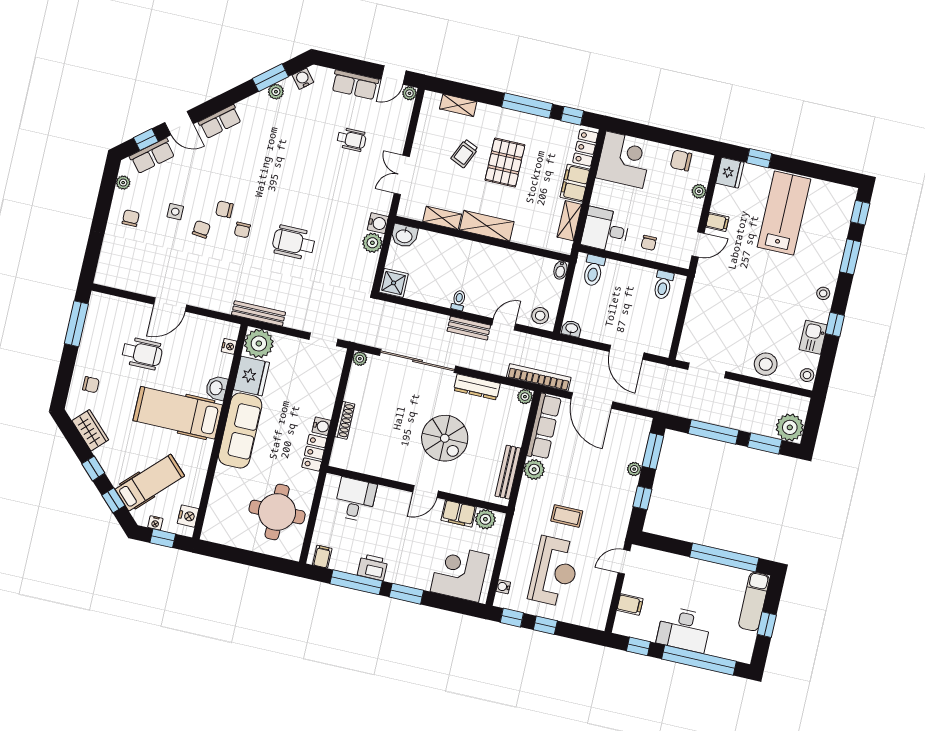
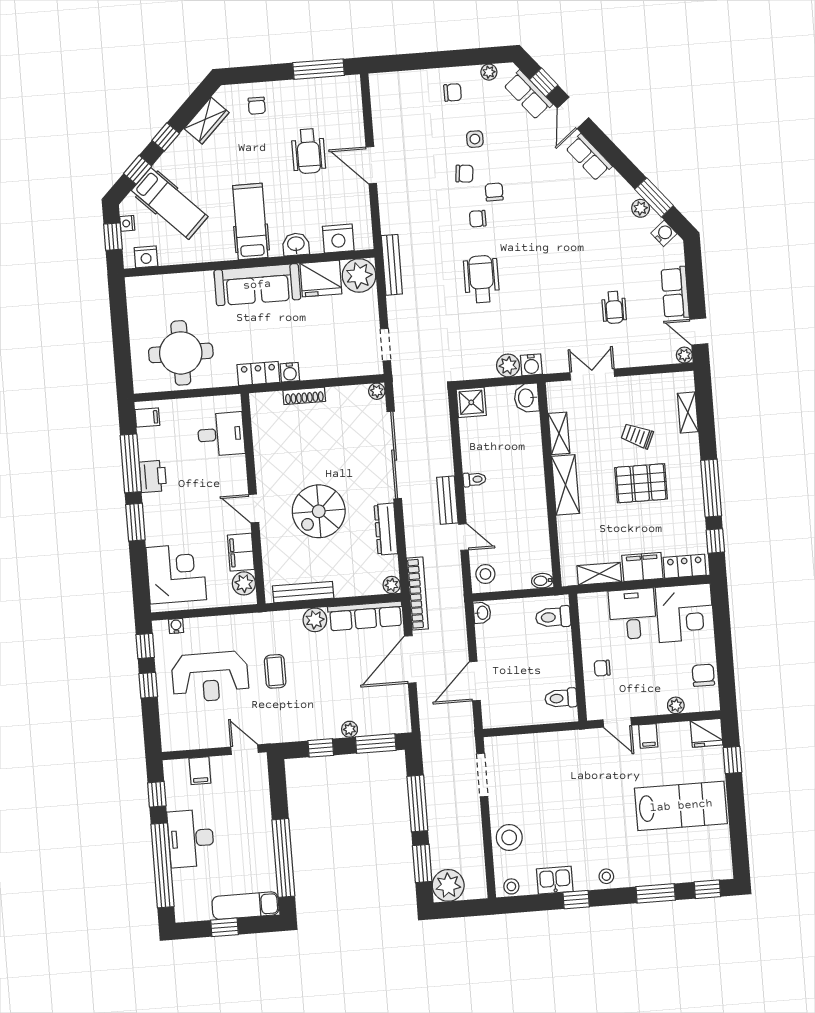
desk: (606, 230) -> (633, 614), moved
nightstand: (229, 346) -> (338, 238), width x1.89, depth x1.79
hospital bed: (178, 413) -> (250, 222), width x0.73, depth x0.78

